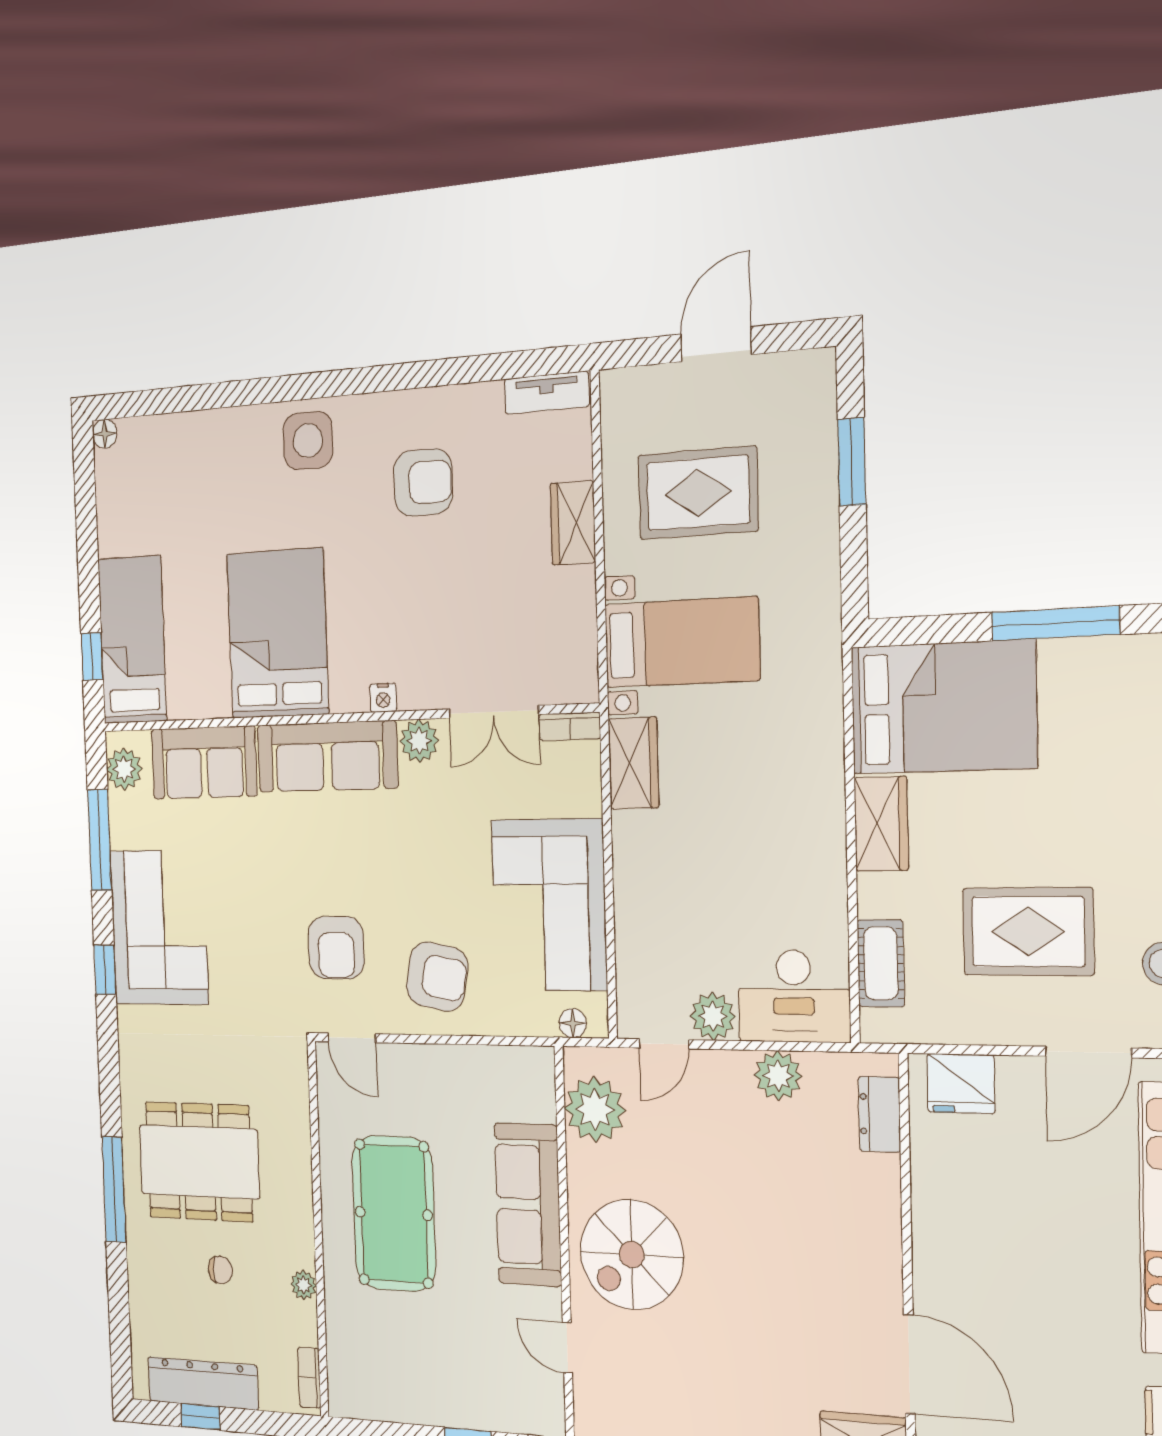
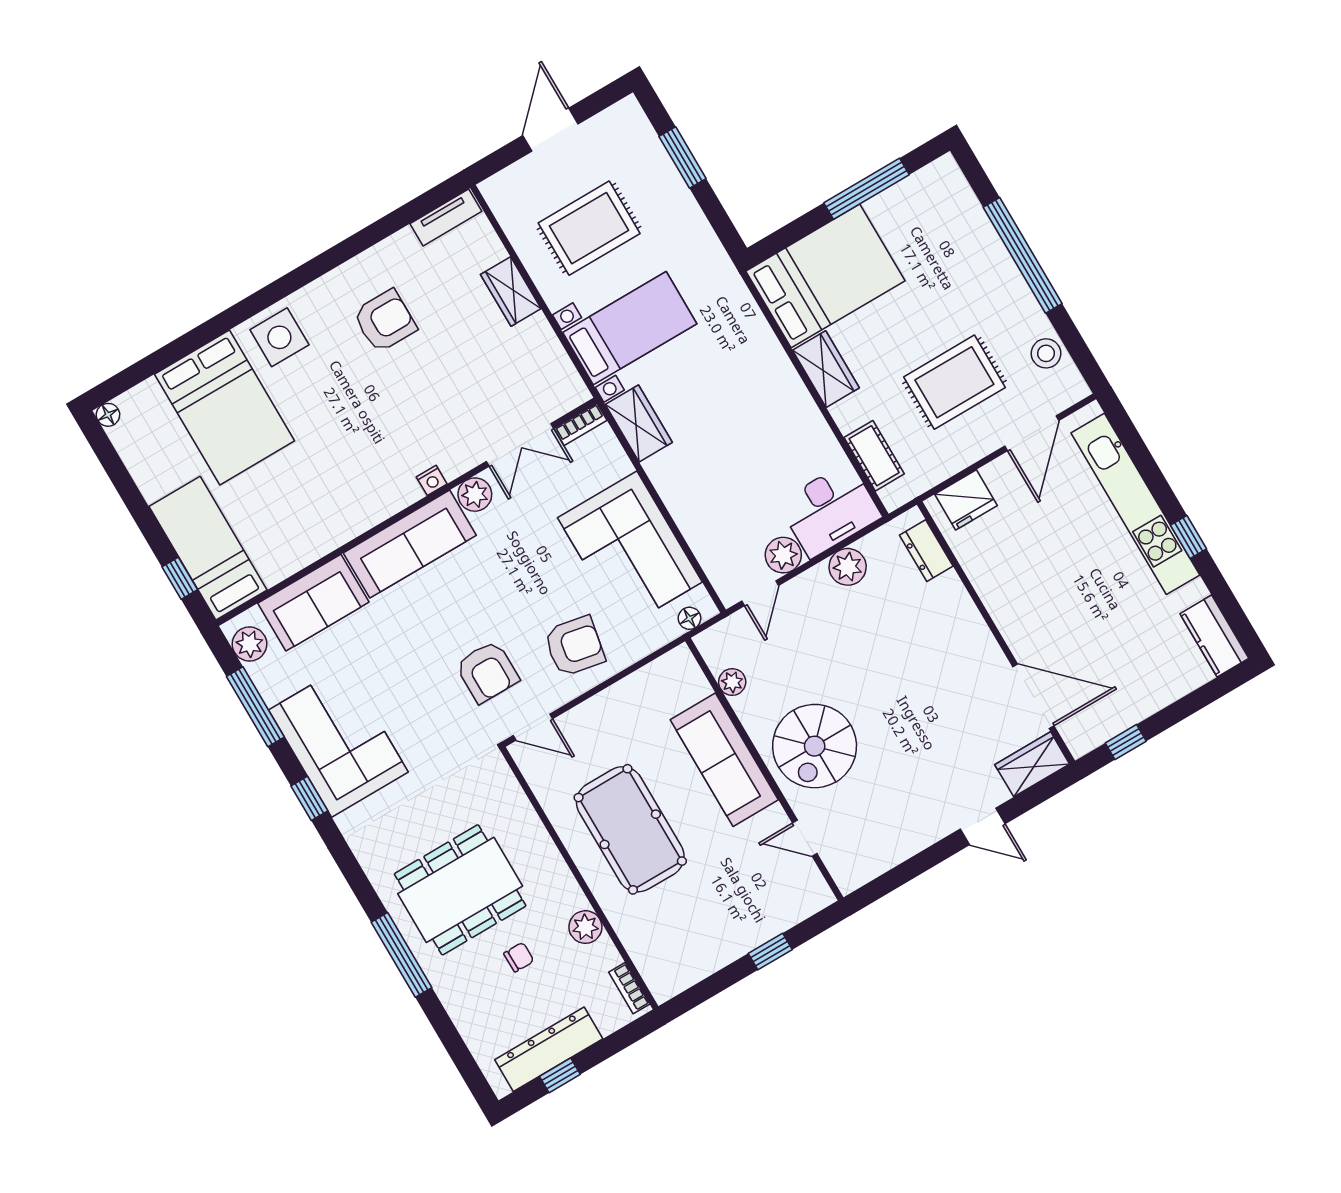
bed: (278, 634) -> (225, 408), moved, turned 180
plant: (595, 1109) -> (732, 682), width x0.53, depth x0.53
plant: (304, 1285) -> (585, 927), width x1.38, depth x1.38

